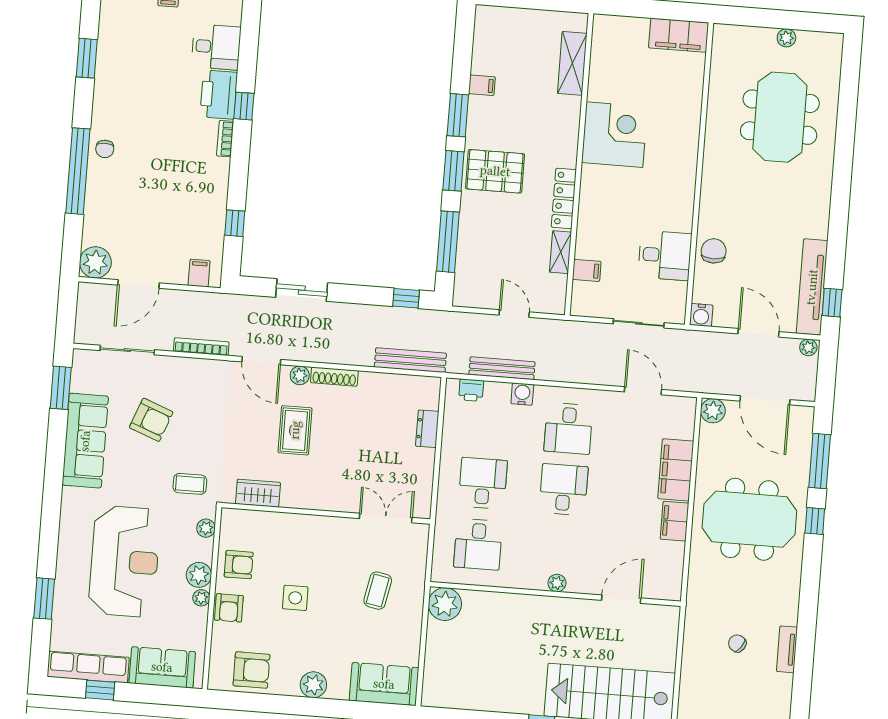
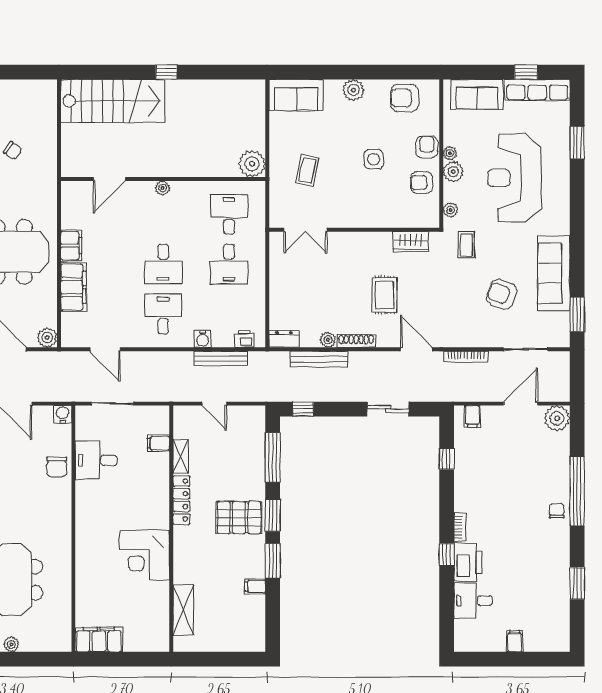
bench: (410, 360) -> (319, 359), moved
plant: (300, 375) -> (328, 340), moved
dresser: (427, 429) -> (284, 339), moved, turned -90
coffee table: (190, 484) -> (466, 245), turned 90

